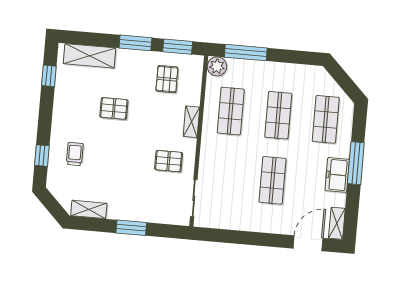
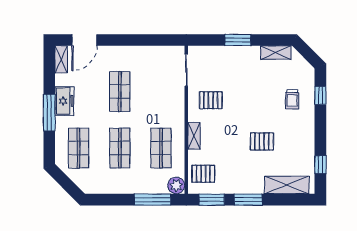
pallet: (167, 79) -> (203, 174), moved, turned 90

